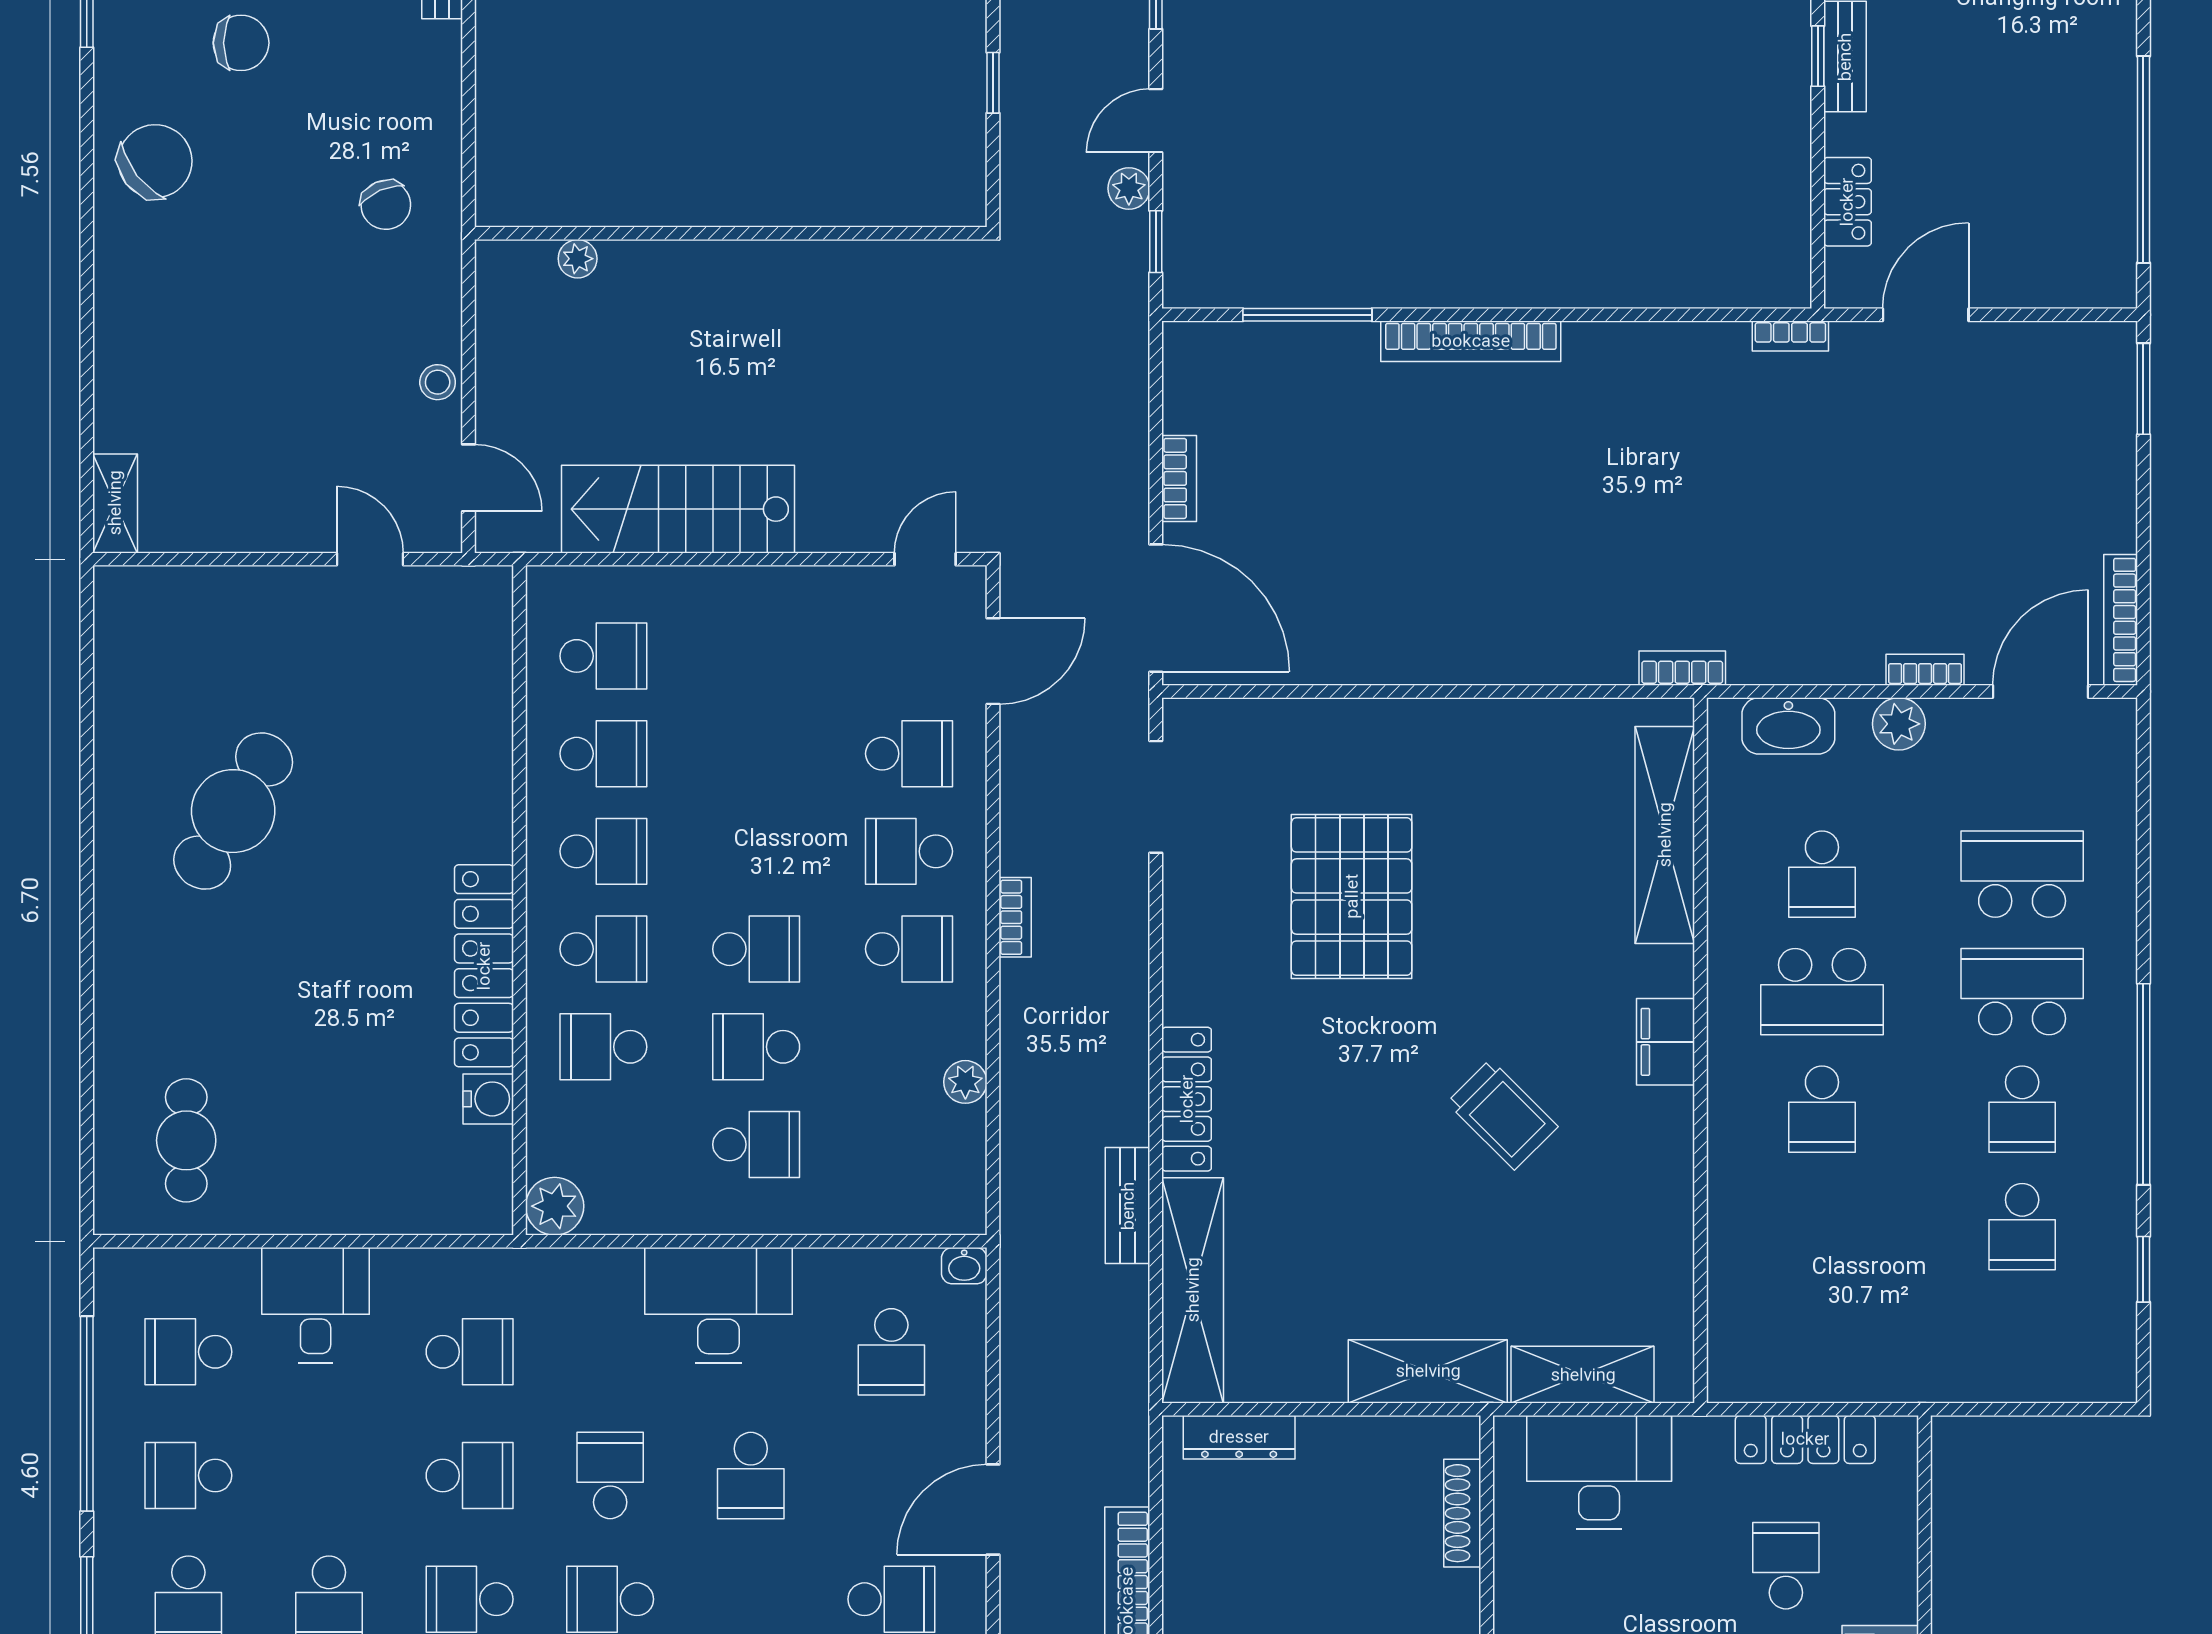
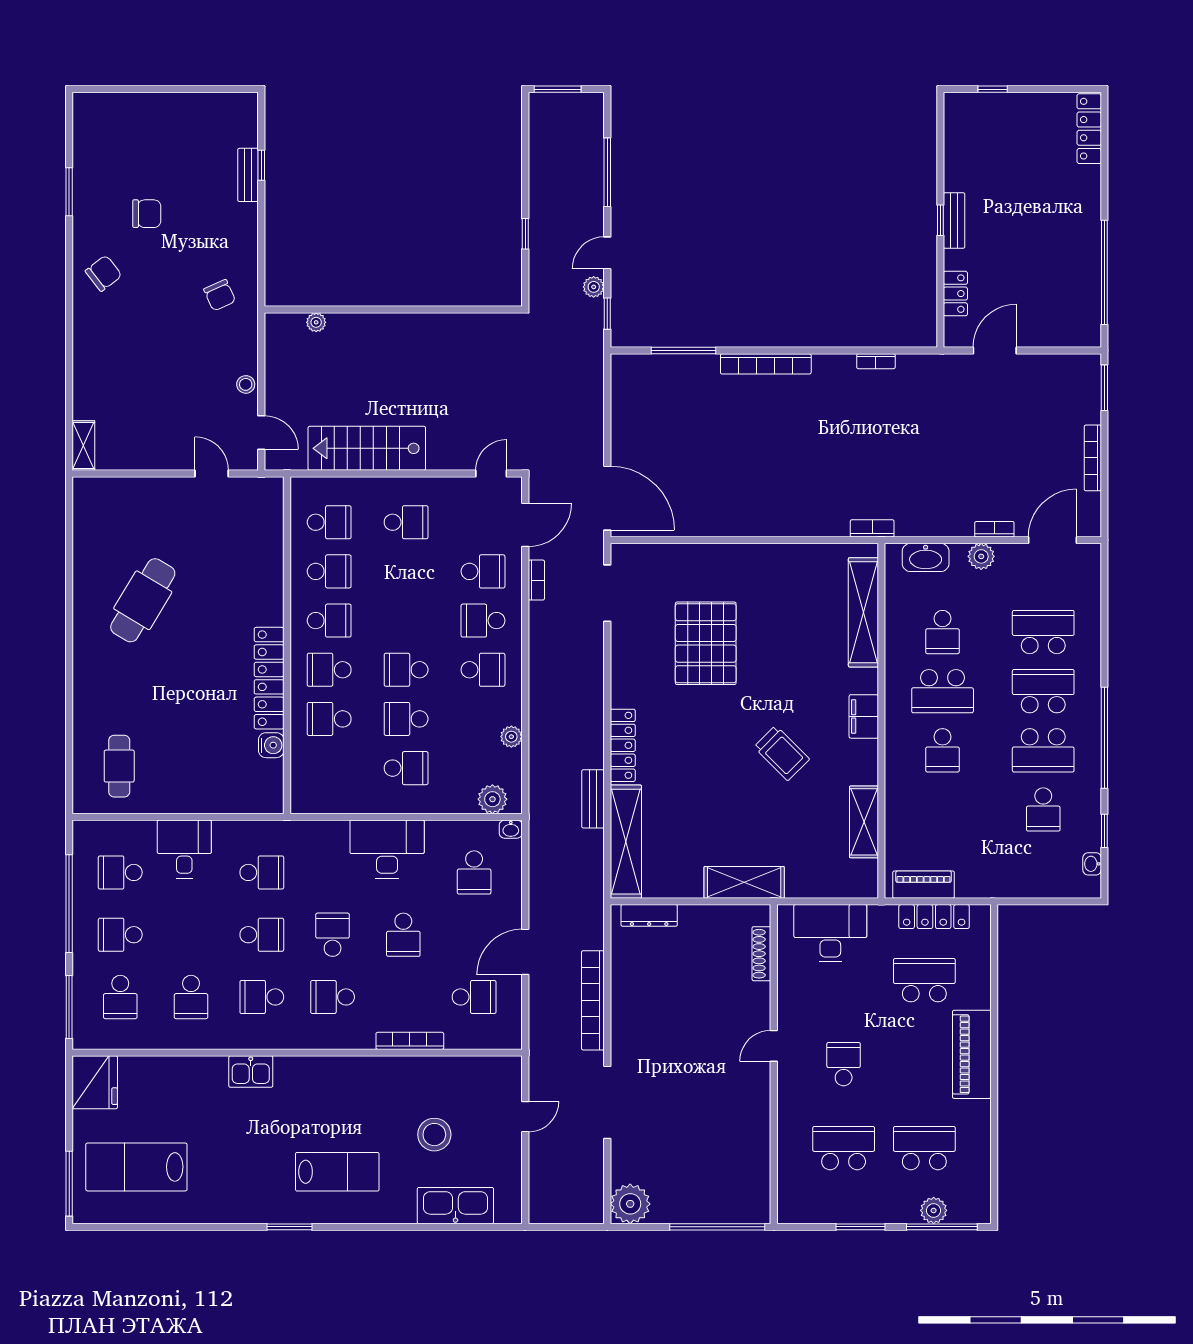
chair: (155, 161) -> (104, 273), width x0.73, depth x0.73
bookcase: (1790, 336) -> (876, 361), moved
bookcase: (1179, 478) -> (619, 433), removed
bookcase: (2121, 620) -> (1093, 458), moved
school desk: (756, 656) -> (406, 522), added
bookcase: (1015, 917) -> (536, 580), moved
school desk: (603, 949) -> (329, 670), turned 180
school desk: (756, 949) -> (406, 670), turned 180
school desk: (2022, 1109) -> (1043, 750), width x1.85
plant: (555, 1206) -> (492, 799), moved
washbasin: (2119, 1335) -> (1092, 864), added
shelving: (1583, 1375) -> (864, 822), moved, turned 90
piano: (1784, 1376) -> (924, 885), added
school desk: (1786, 1566) -> (924, 980), width x1.85

